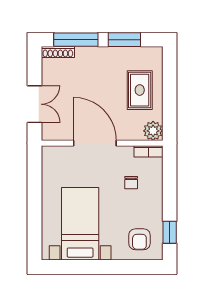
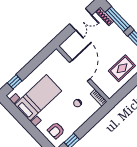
double door: (35, 104) -> (81, 19), moved
plant: (153, 131) -> (110, 91), removed
window: (35, 234) -> (15, 82), added

